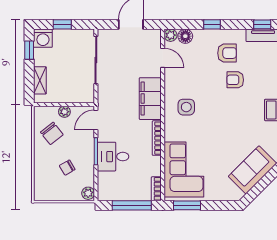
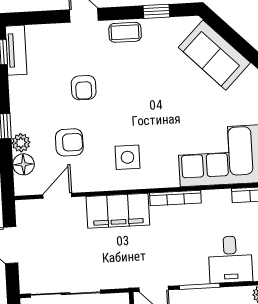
plant: (171, 35) -> (21, 143), moved
armchair: (227, 53) -> (69, 142), moved, turned 90
desk: (113, 157) -> (230, 259), moved

